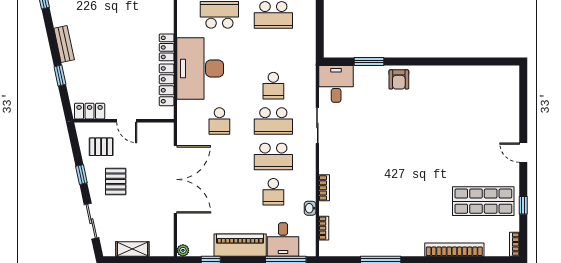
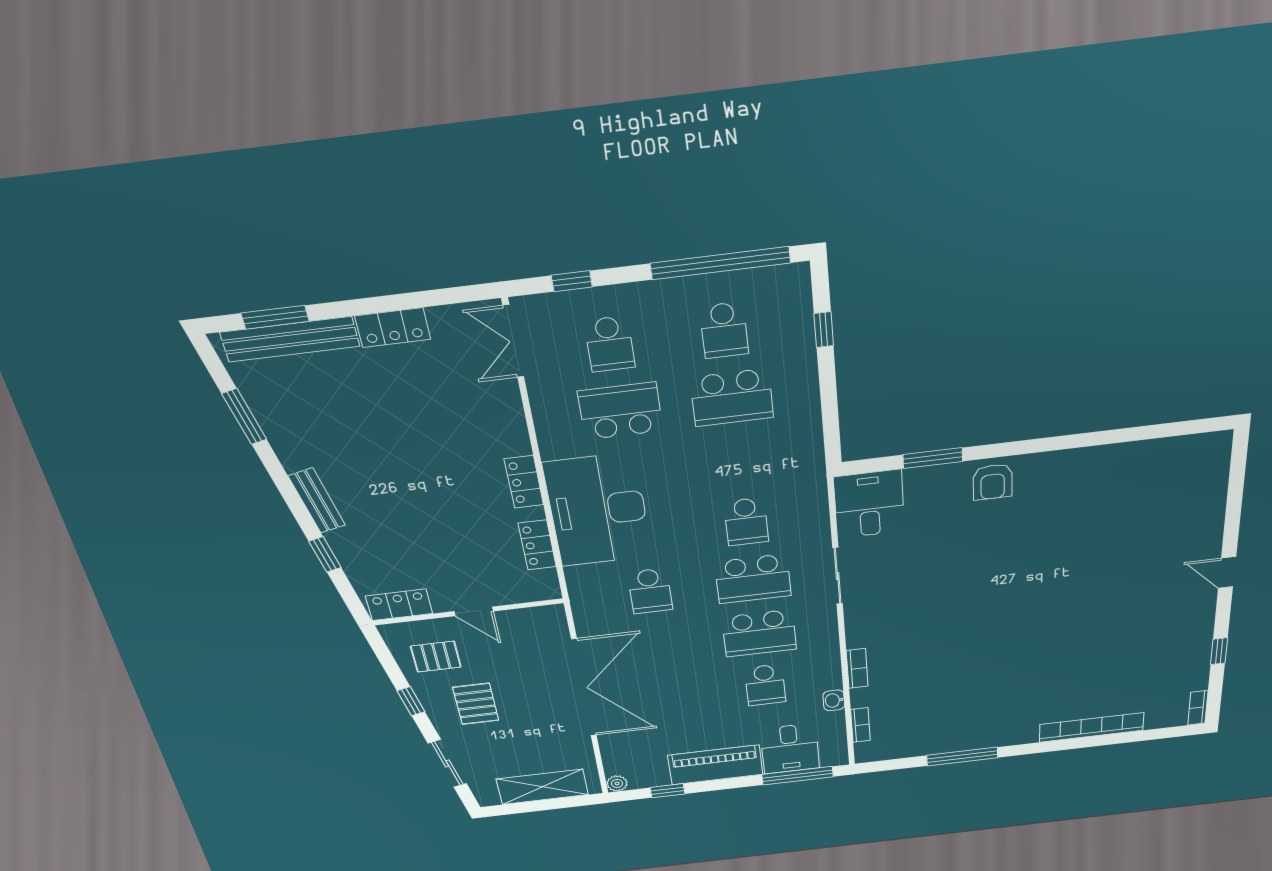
locker: (167, 85) -> (537, 545), width x0.66
shop shelf: (483, 201) -> (1147, 654), removed
shelving: (132, 249) -> (542, 787), width x1.50, depth x1.33

